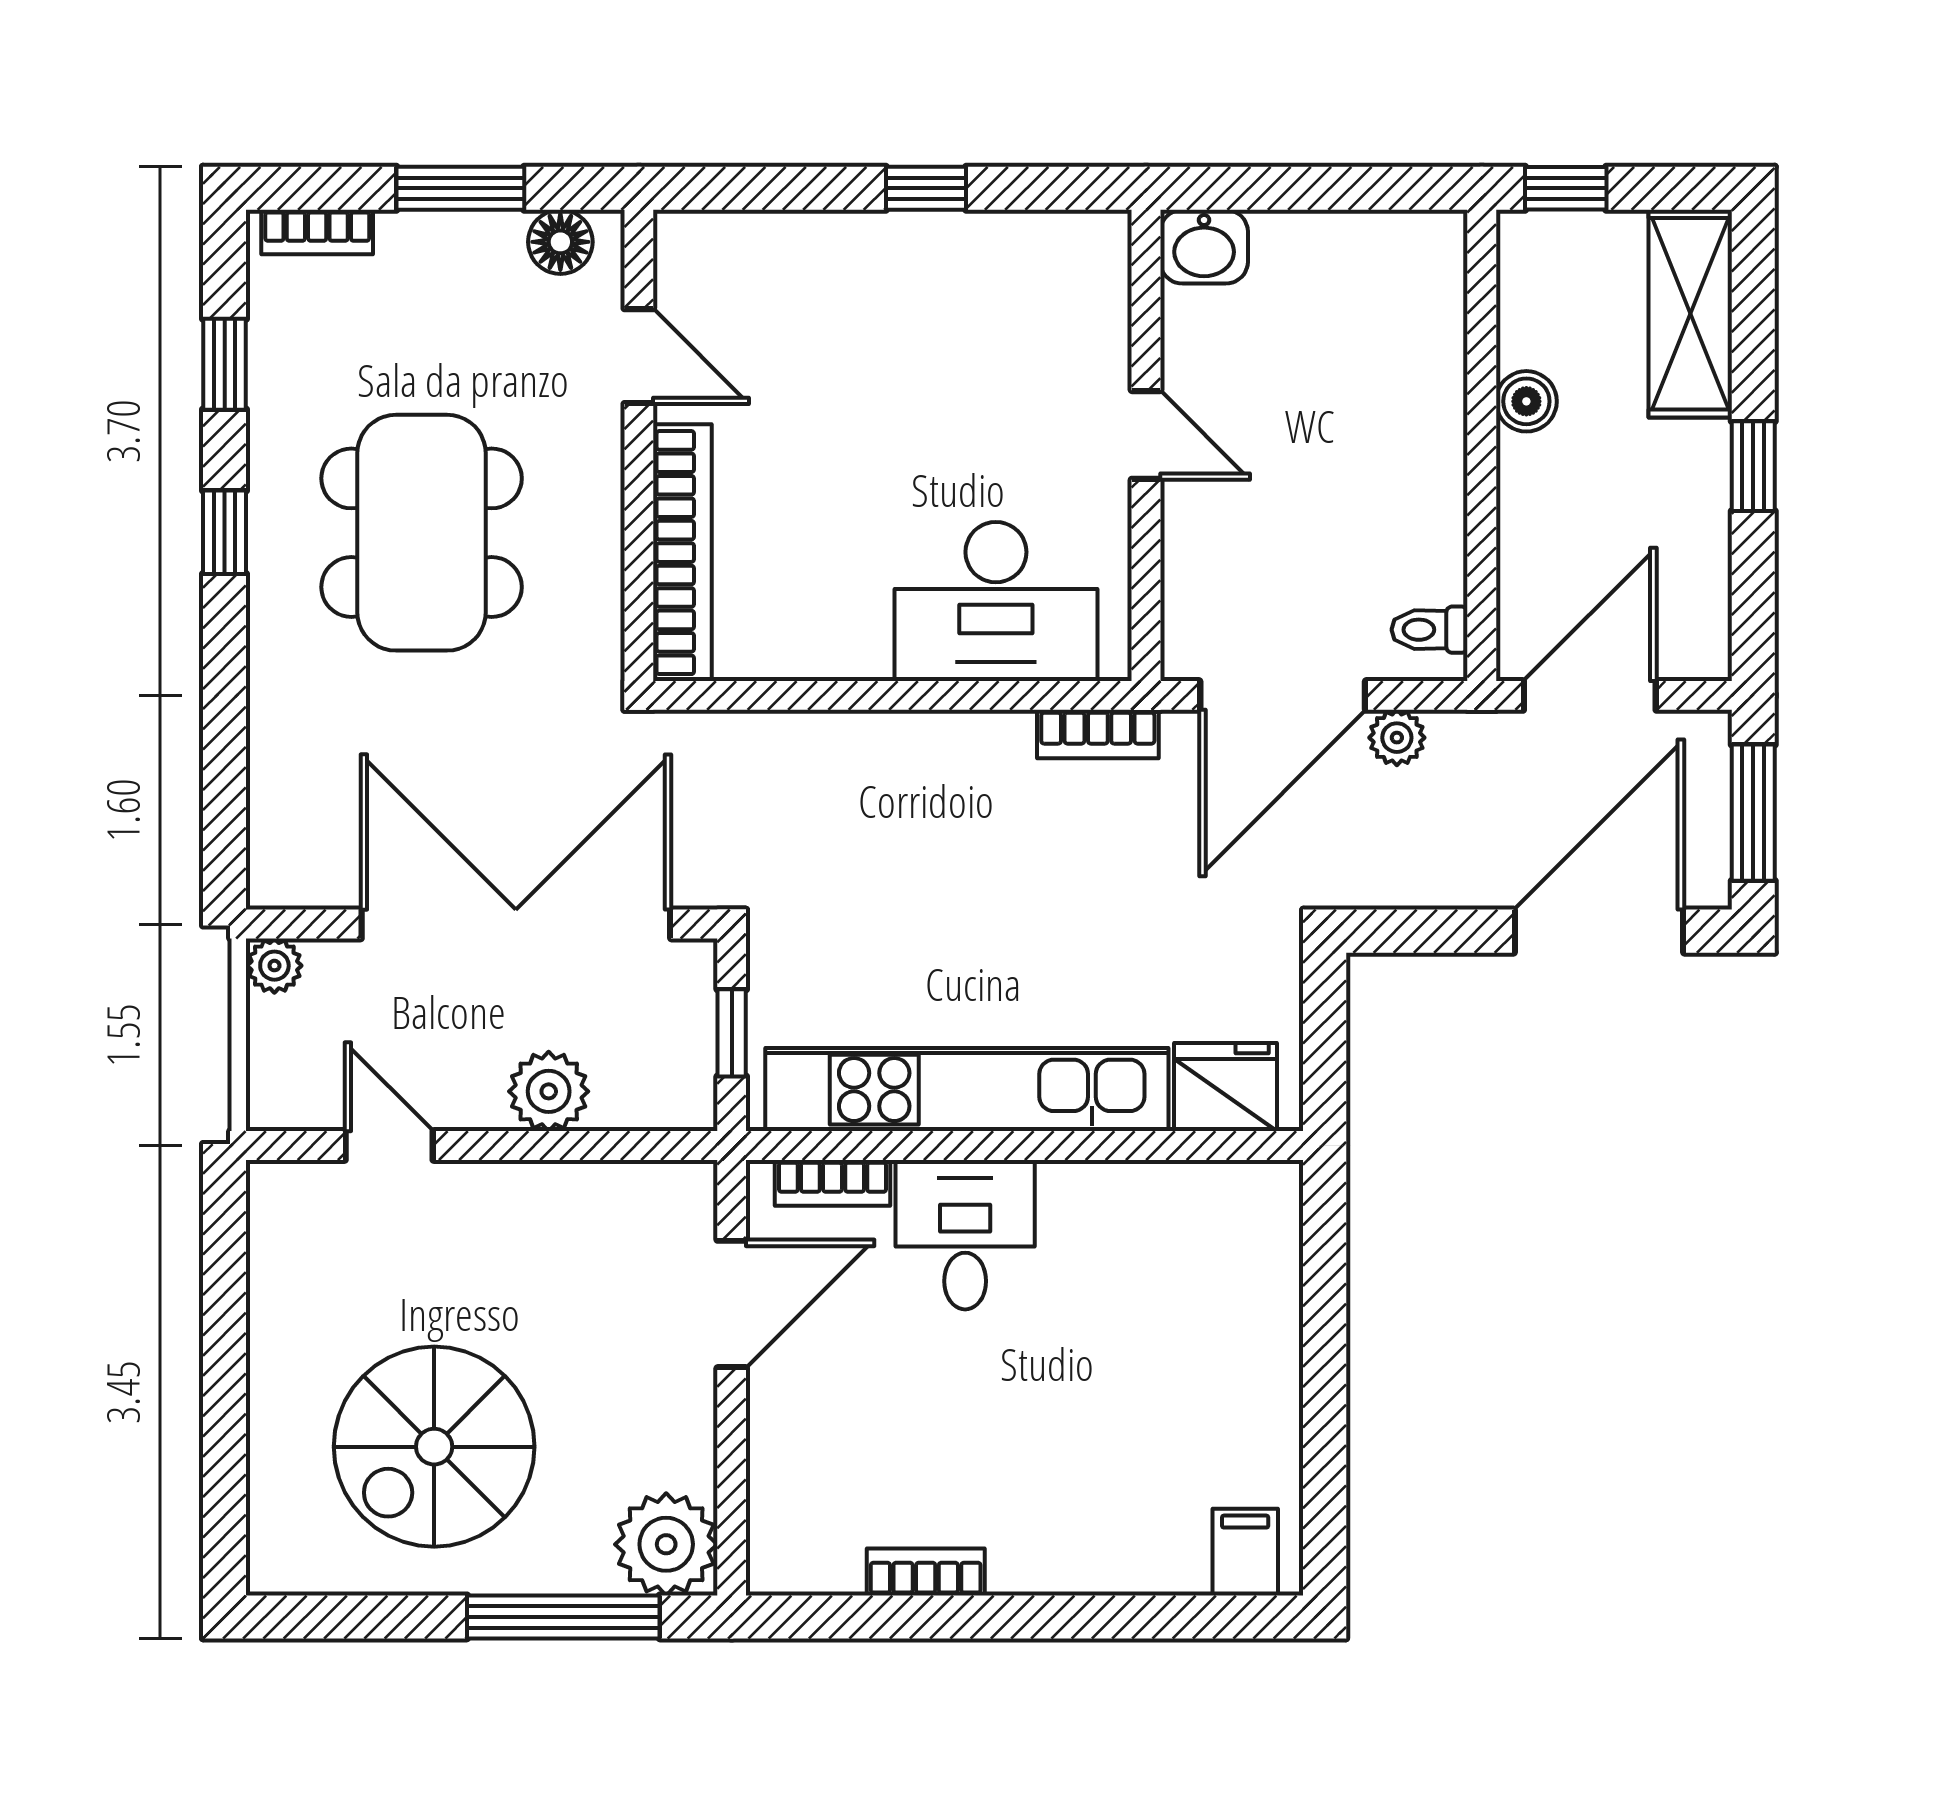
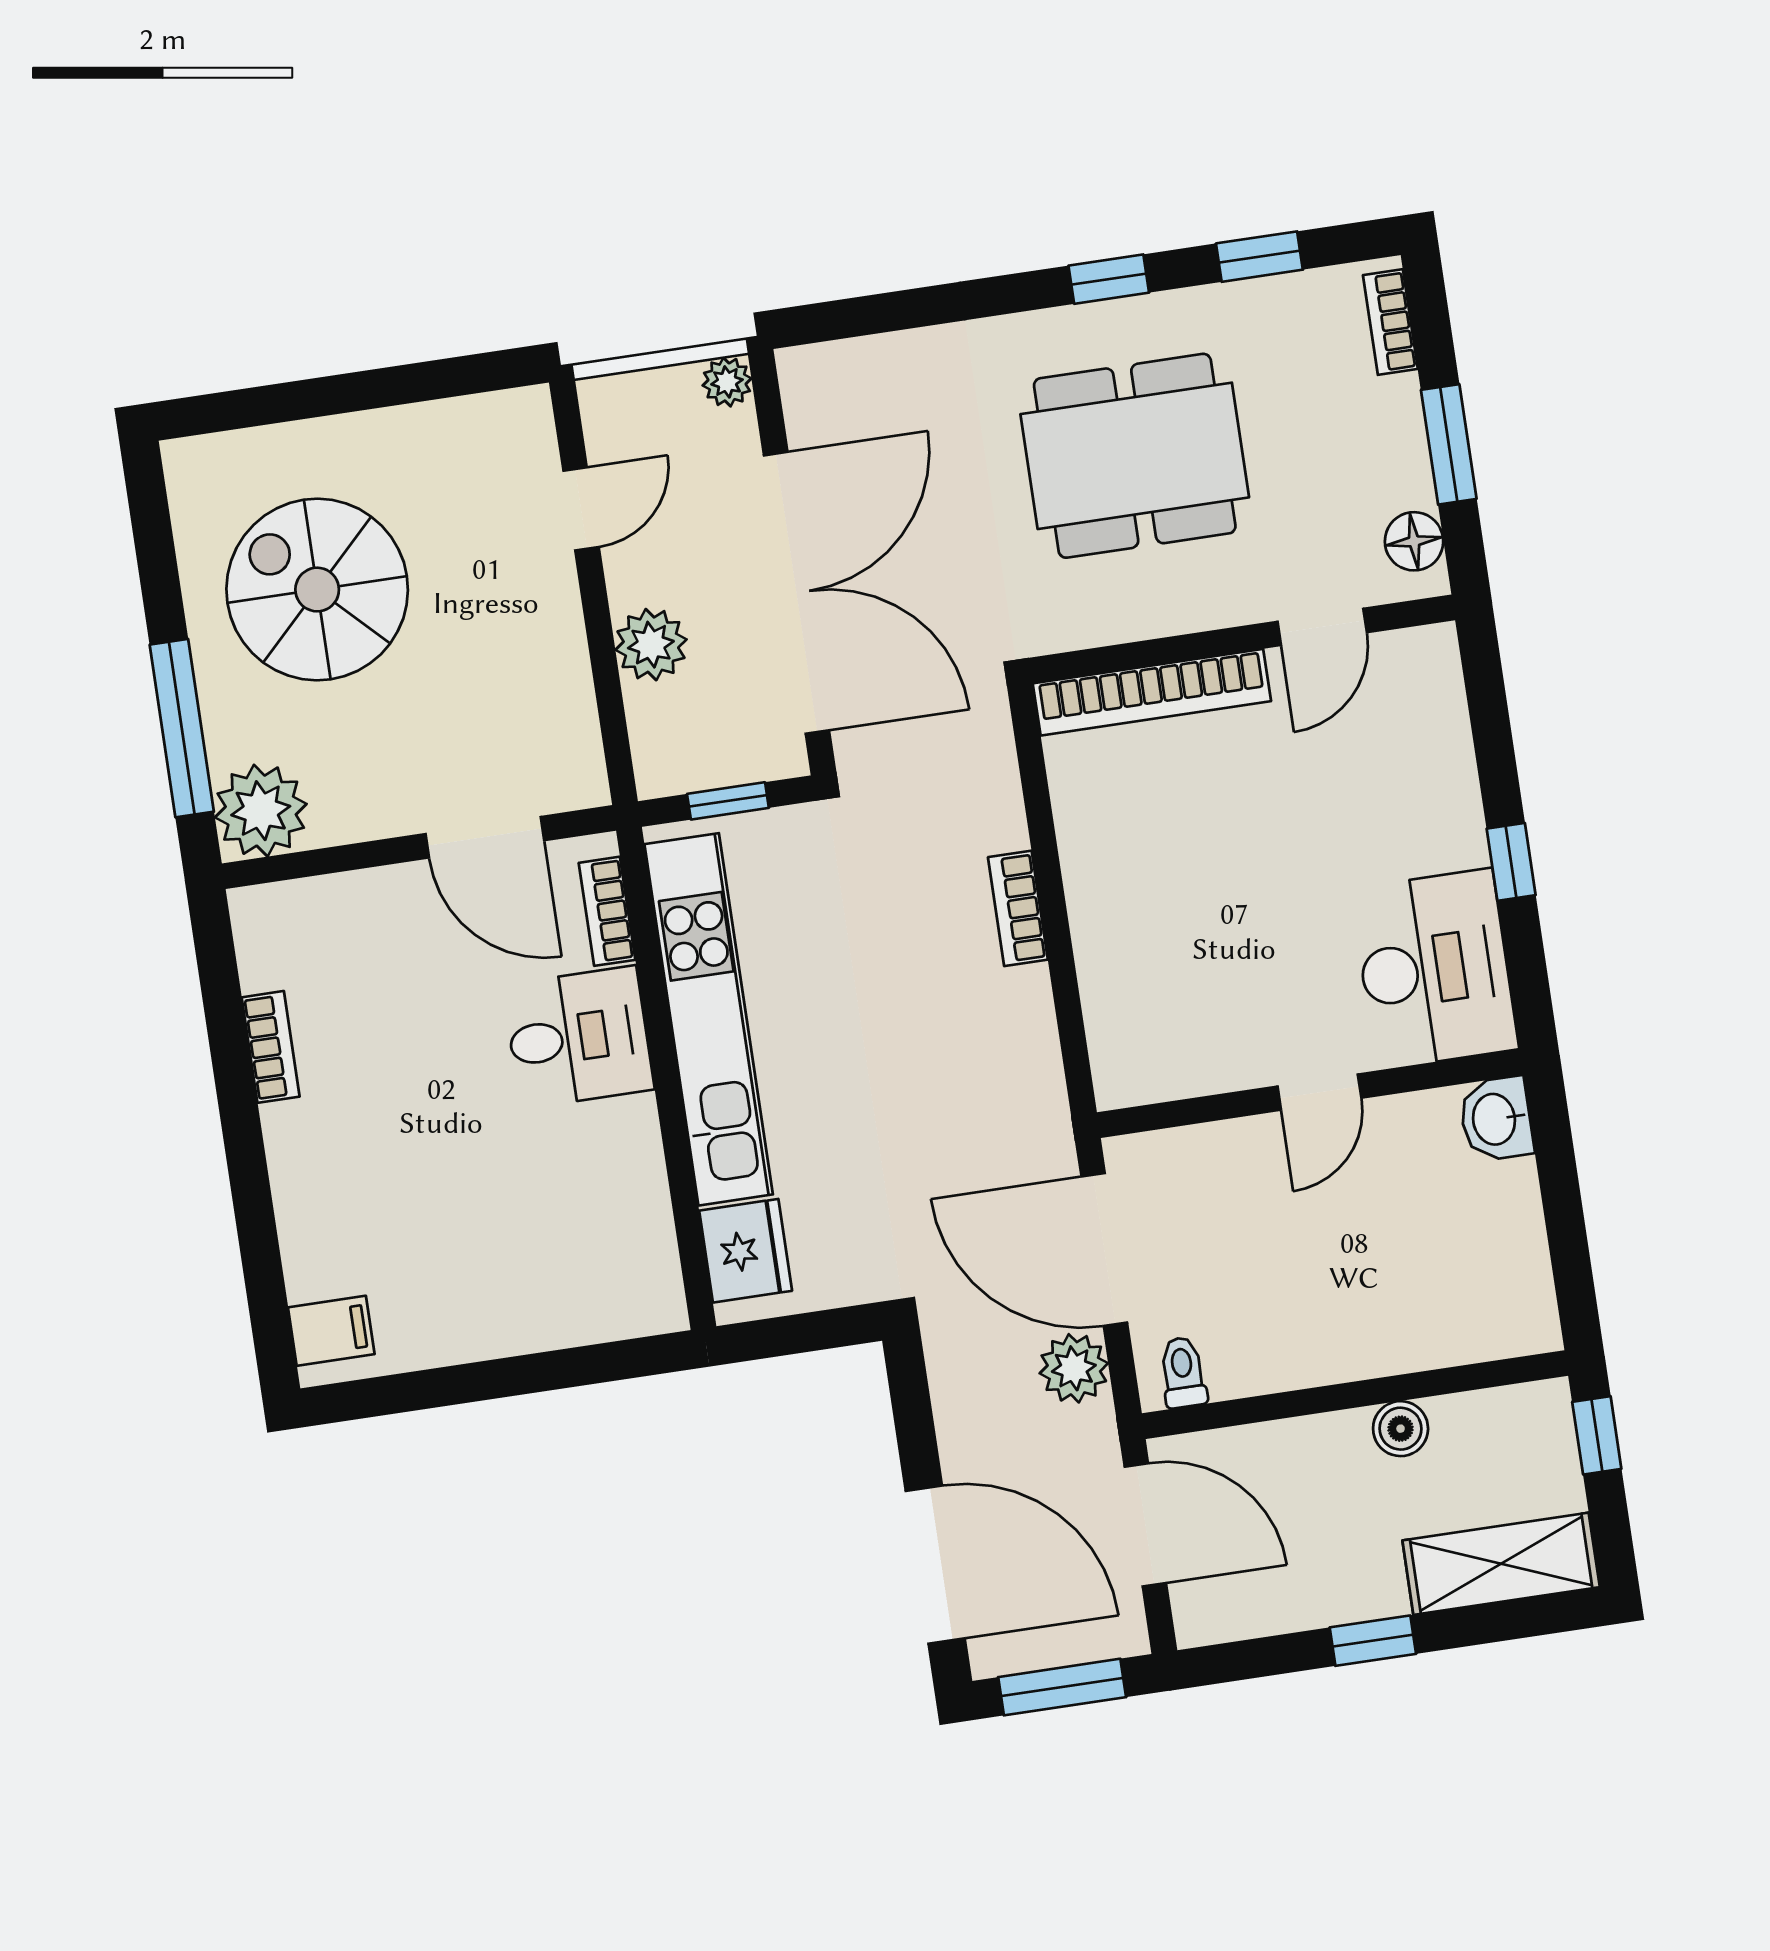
desk: (996, 602) -> (1434, 969), moved, turned 180
bookcase: (1098, 734) -> (1018, 908), moved
plant: (1397, 738) -> (1074, 1368), width x1.38, depth x1.38

